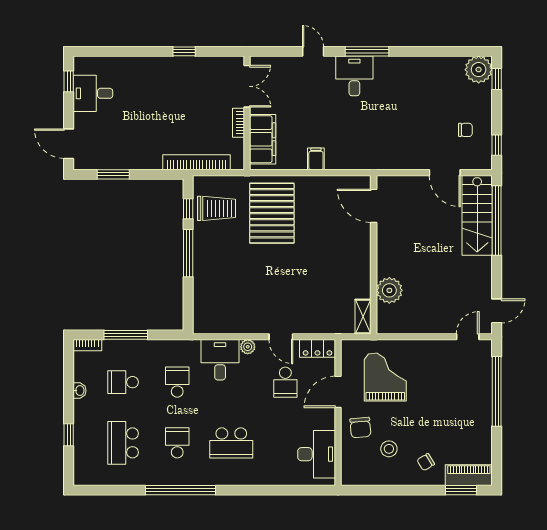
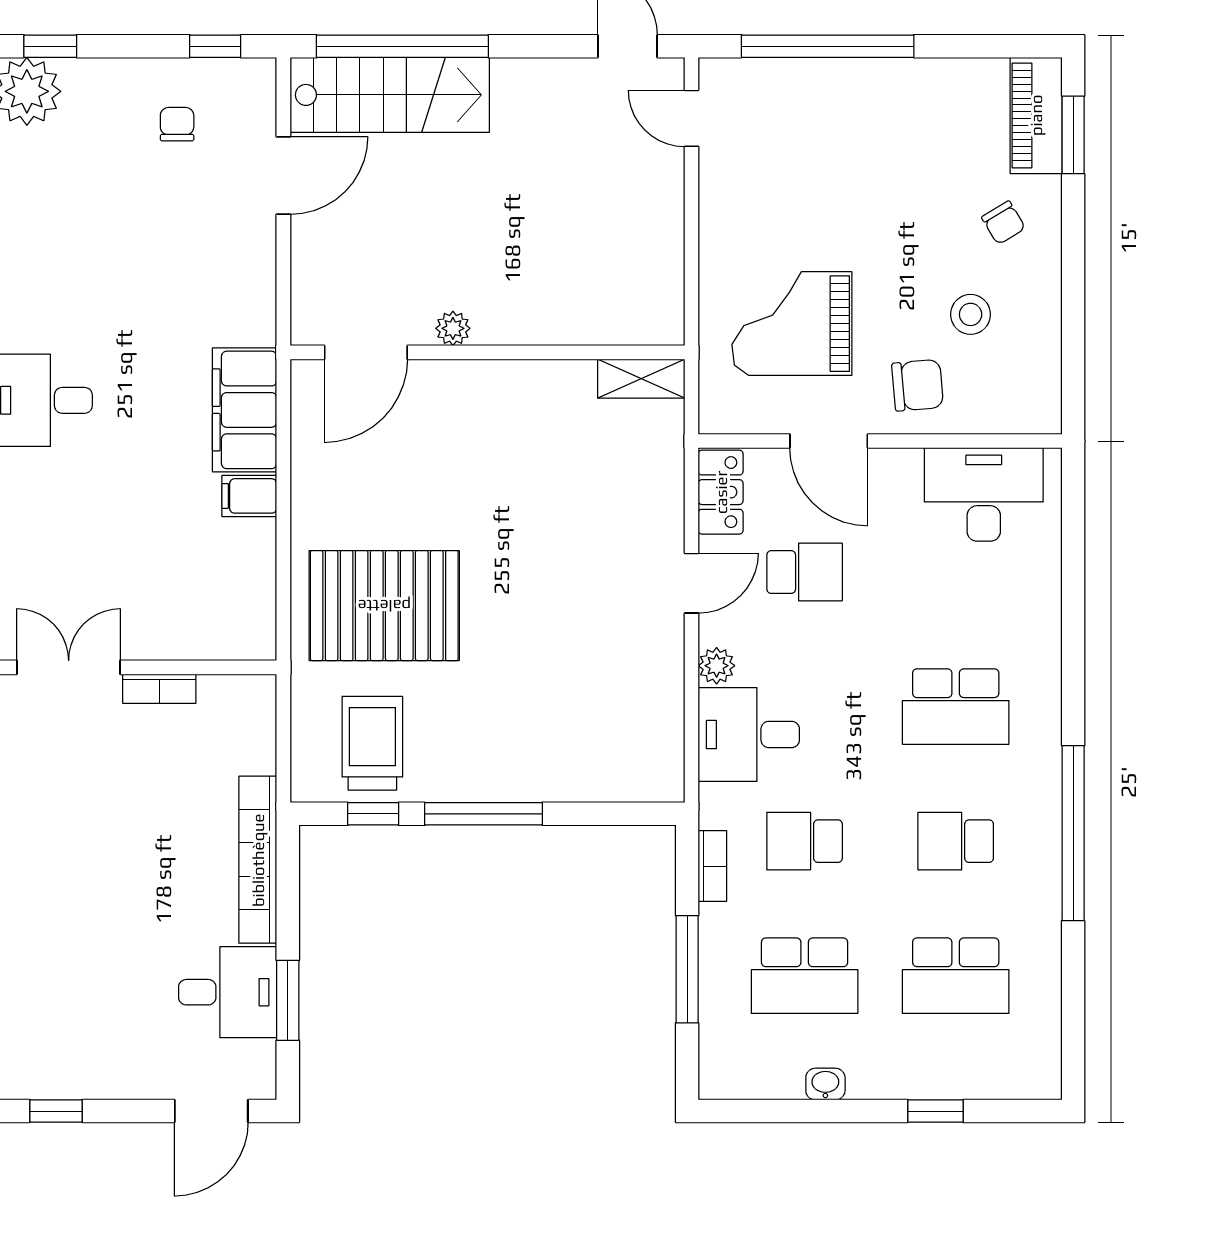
desk: (93, 93) -> (228, 992), moved, turned -90
filing cabinet: (263, 139) -> (245, 410), moved, turned -90
bookcase: (197, 162) -> (258, 860), moved
plant: (389, 290) -> (453, 328), moved, width x0.53, depth x0.53
bookcase: (87, 345) -> (712, 866), moved
school desk: (123, 382) -> (805, 976), width x1.85
school desk: (231, 443) -> (956, 707), turned 90

